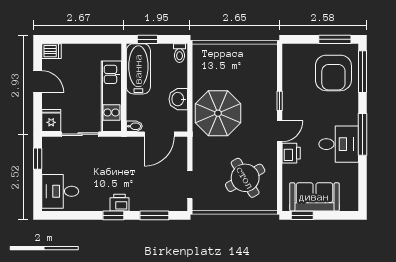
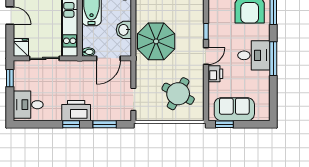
desk: (339, 144) -> (254, 55), moved
round table: (245, 178) -> (178, 94), turned -32
printer: (119, 203) -> (76, 111), width x1.87, depth x1.48

